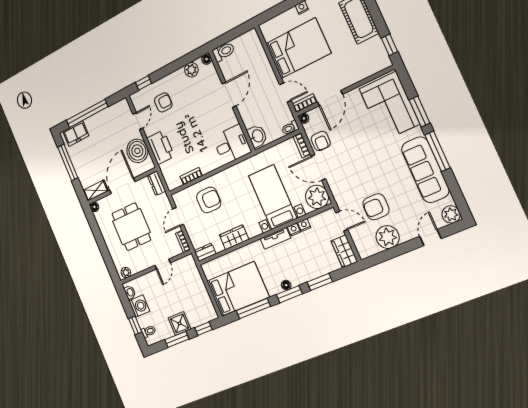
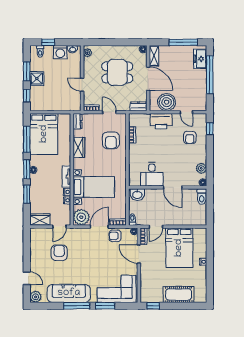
desk: (232, 145) -> (152, 174), moved
plant: (388, 237) -> (38, 252), removed

